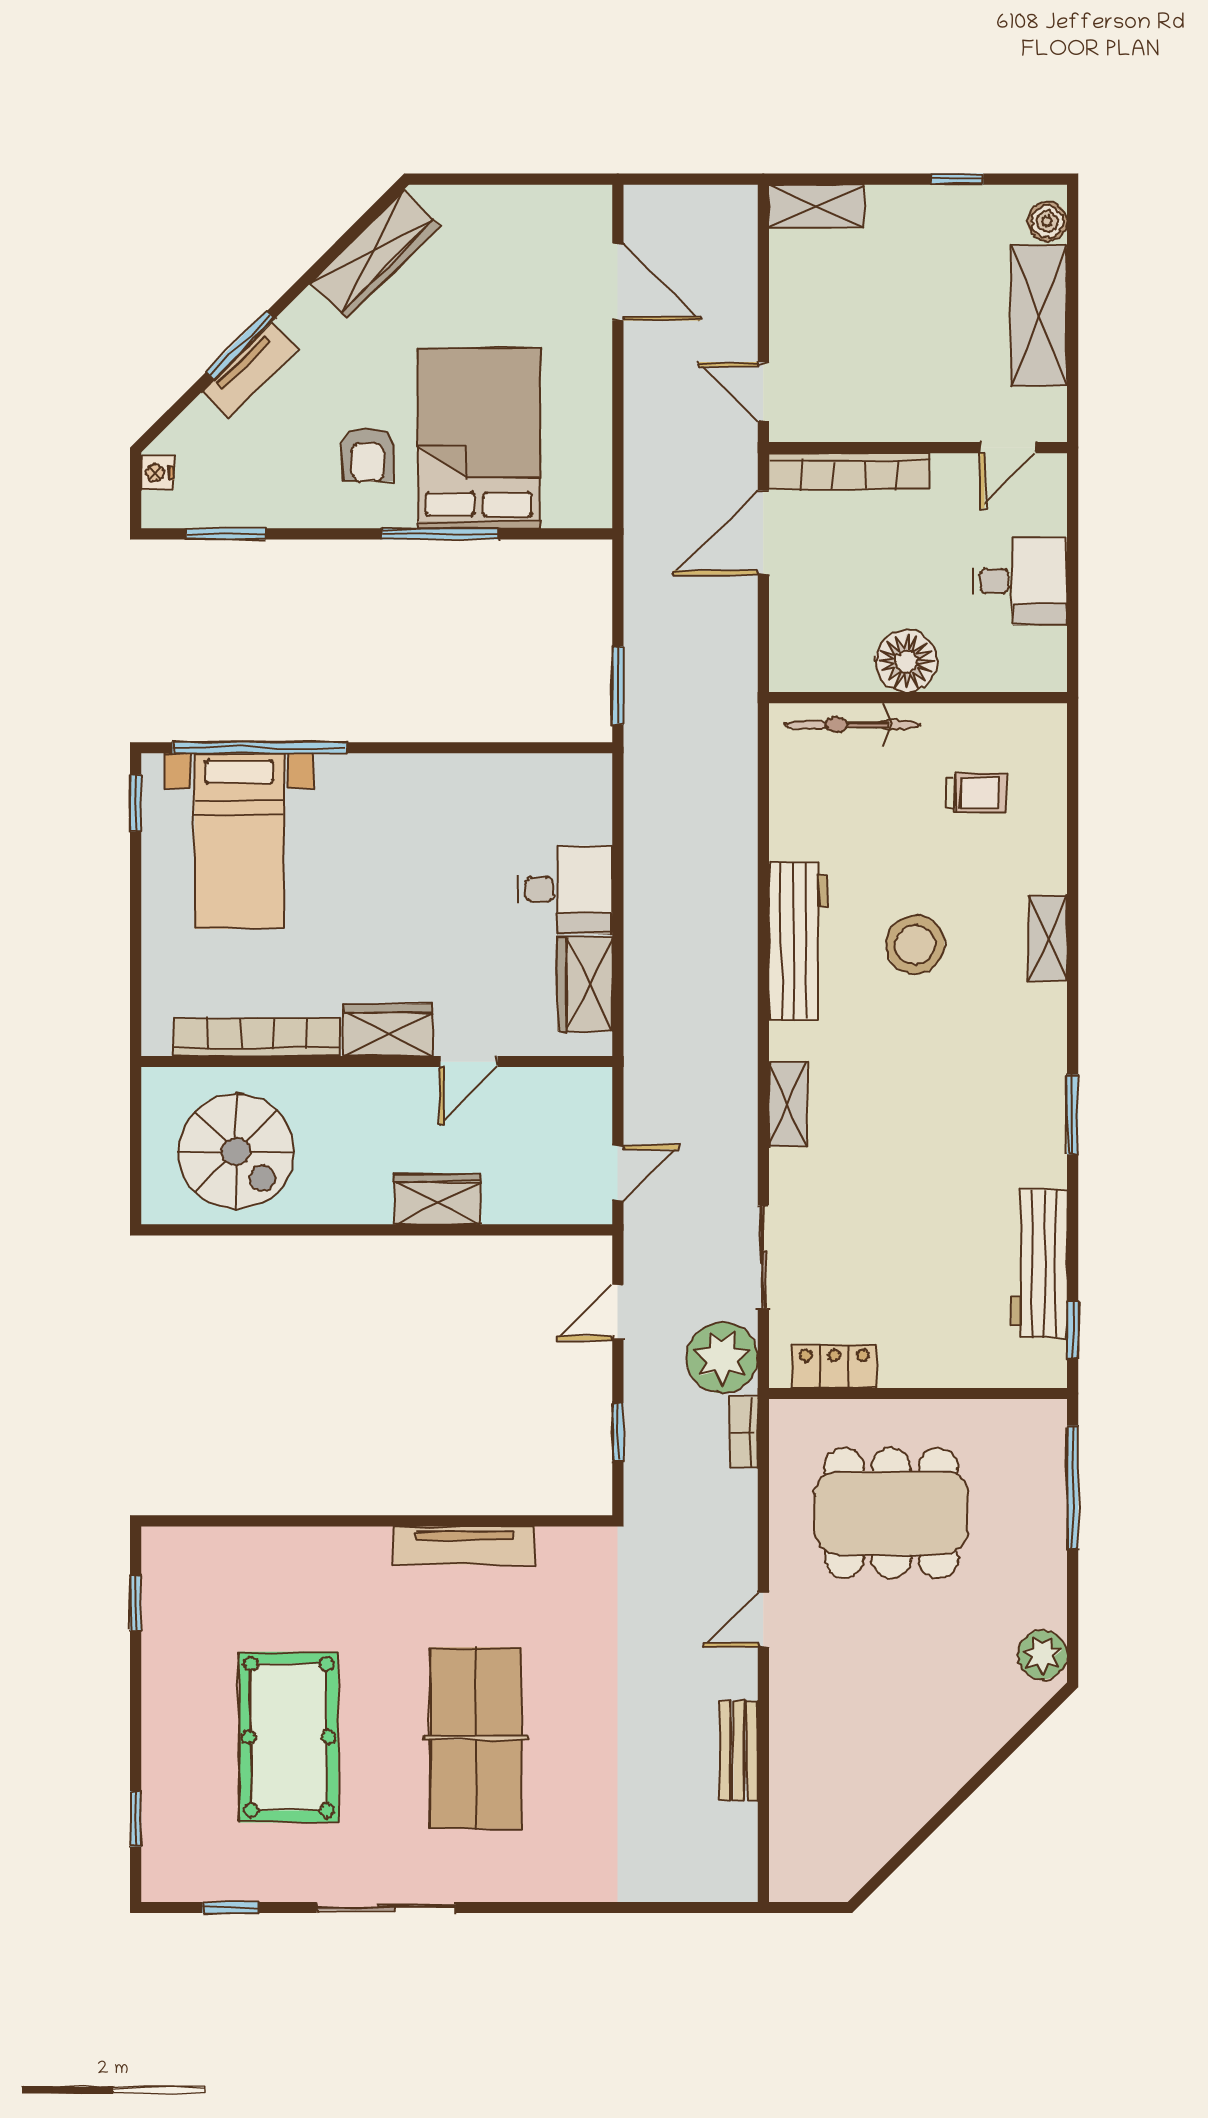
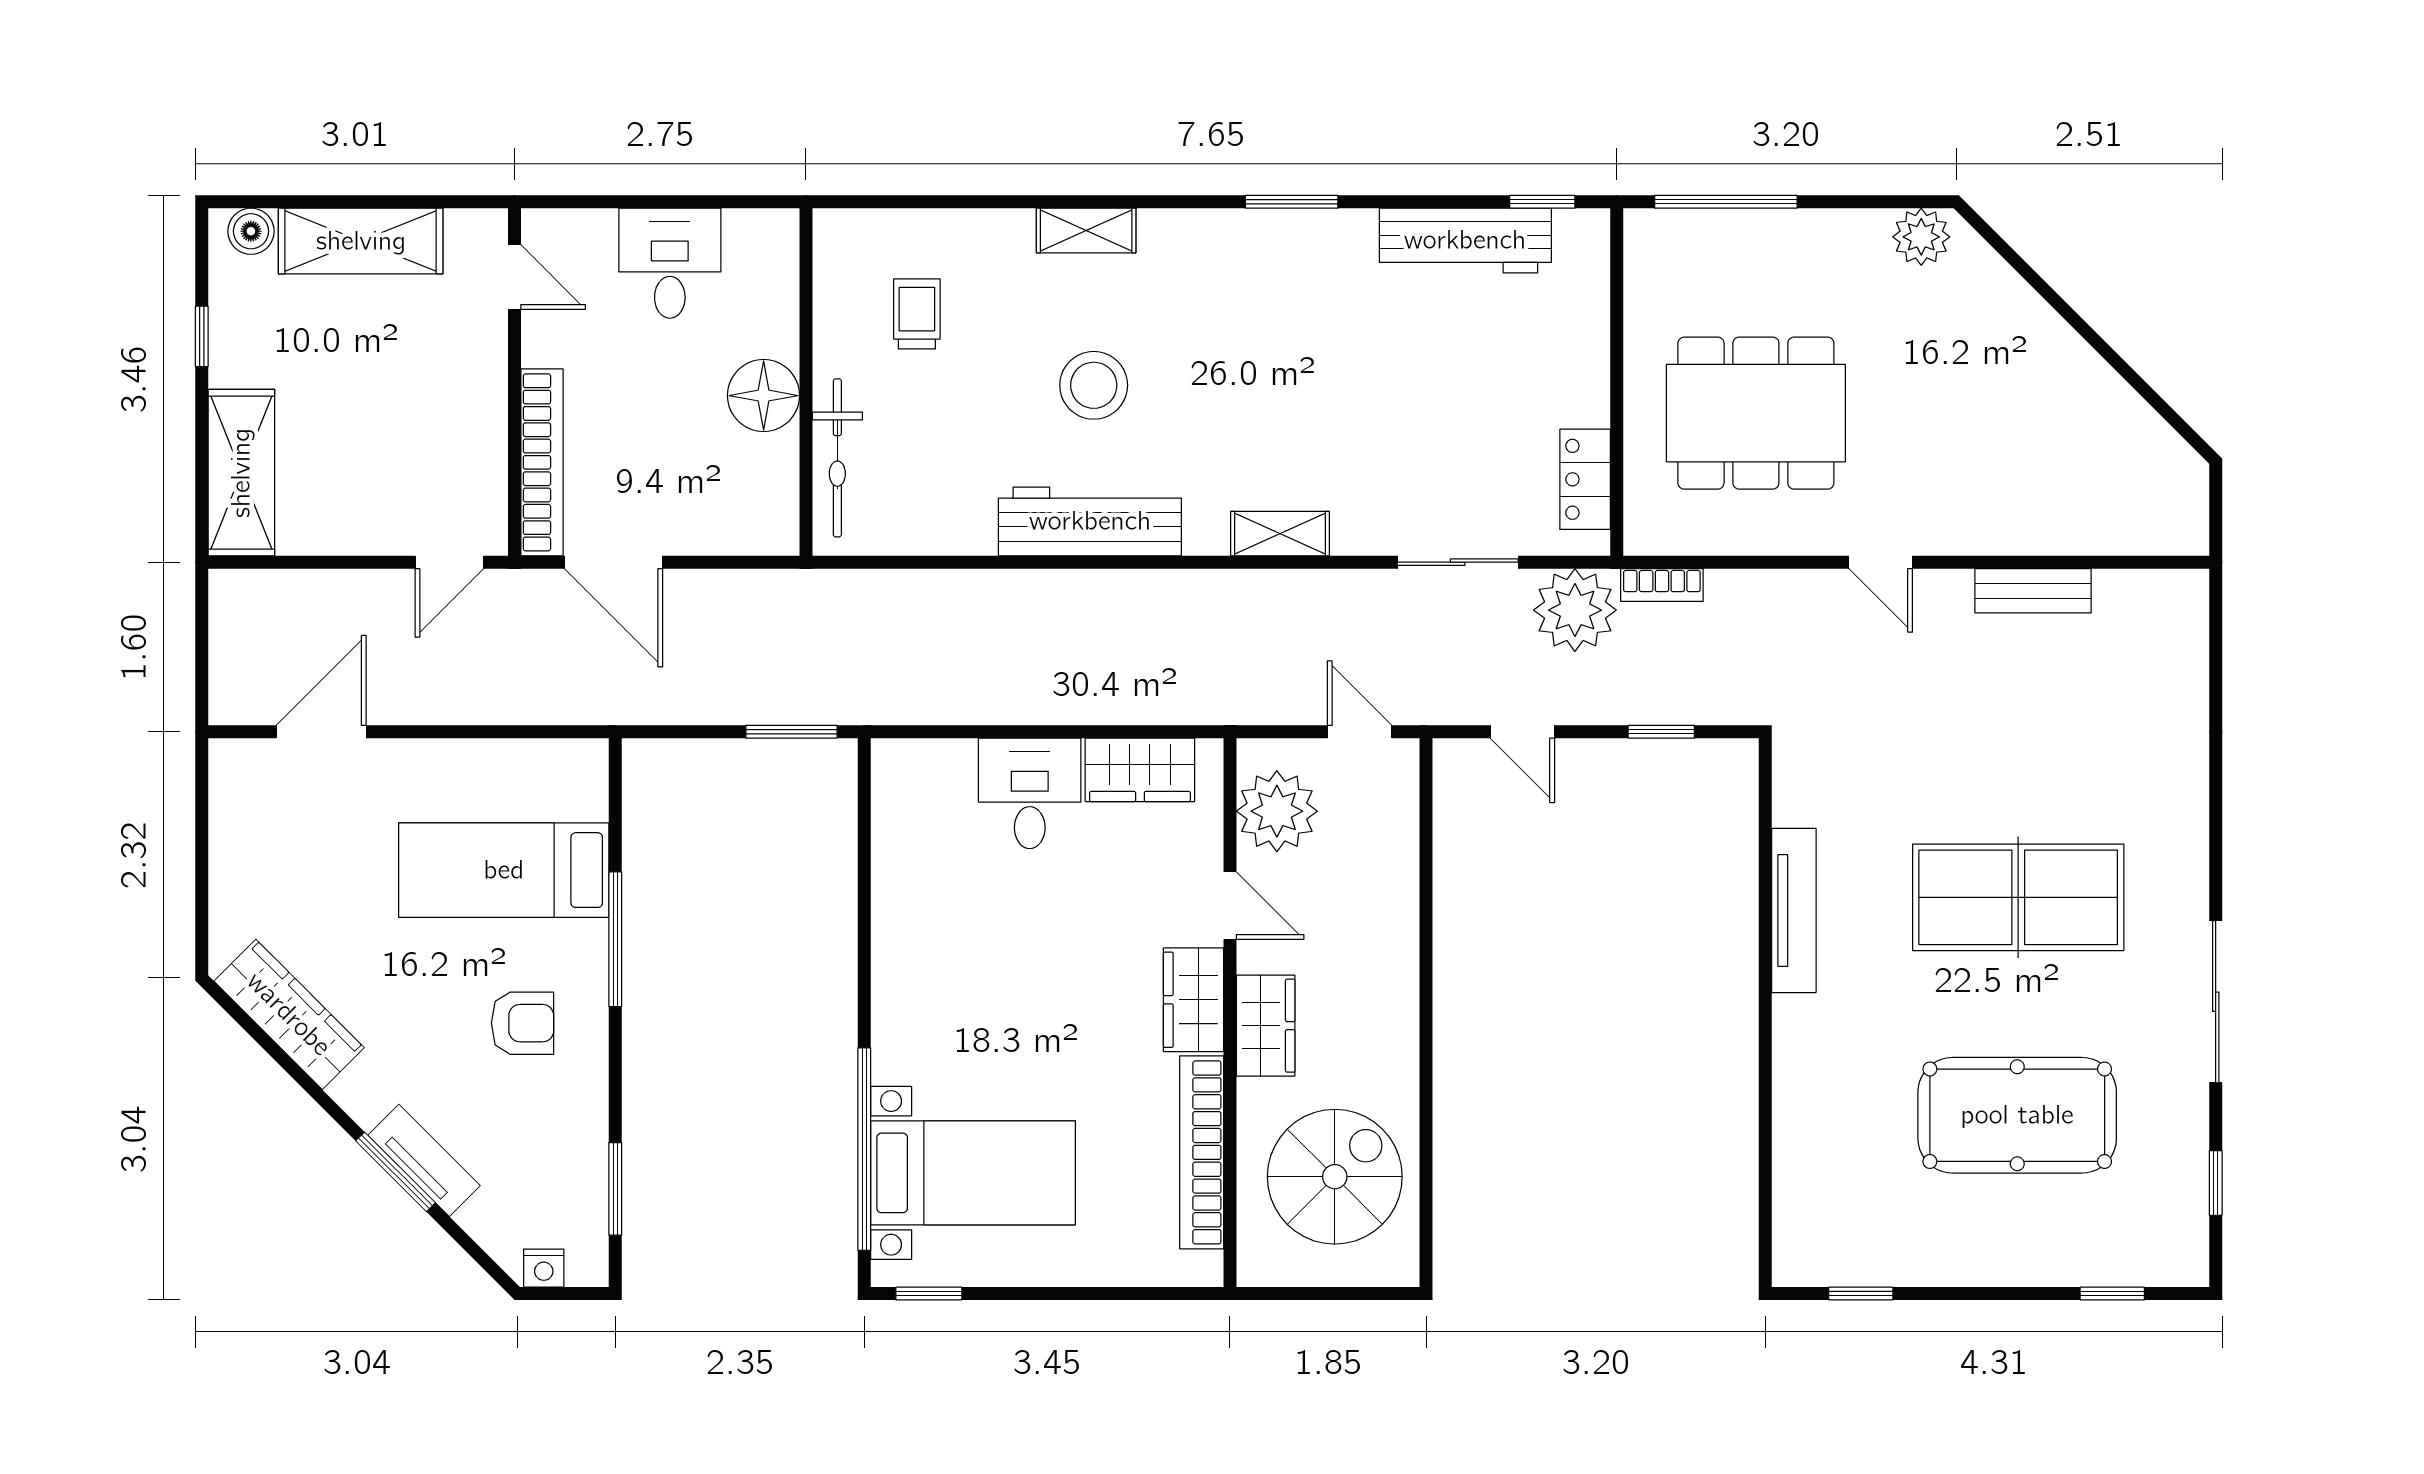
shelving: (816, 206) -> (241, 473), width x1.50, depth x1.33
bed: (479, 438) -> (504, 870), width x0.67
plant: (550, 1102) -> (1277, 811), added
wardrobe: (437, 1199) -> (1266, 1026), moved, turned 180
dining table: (891, 1513) -> (1756, 413), turned 90

